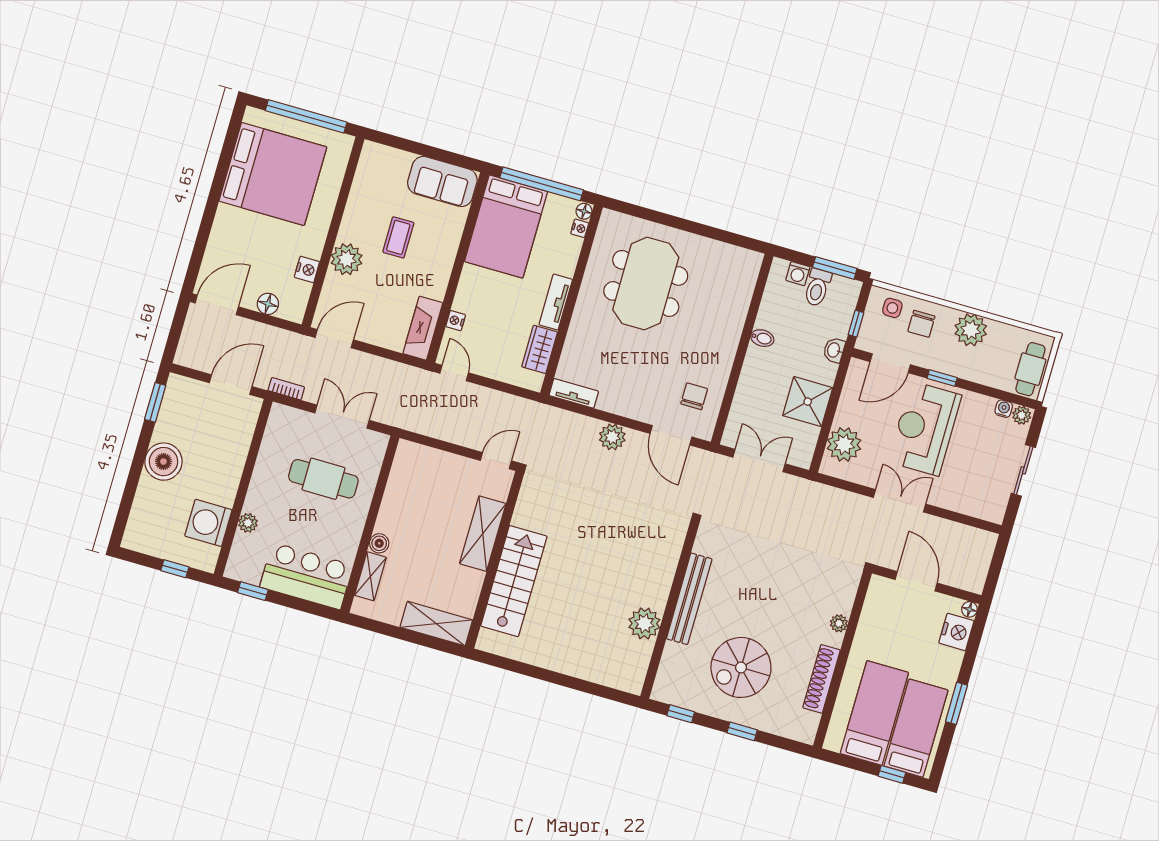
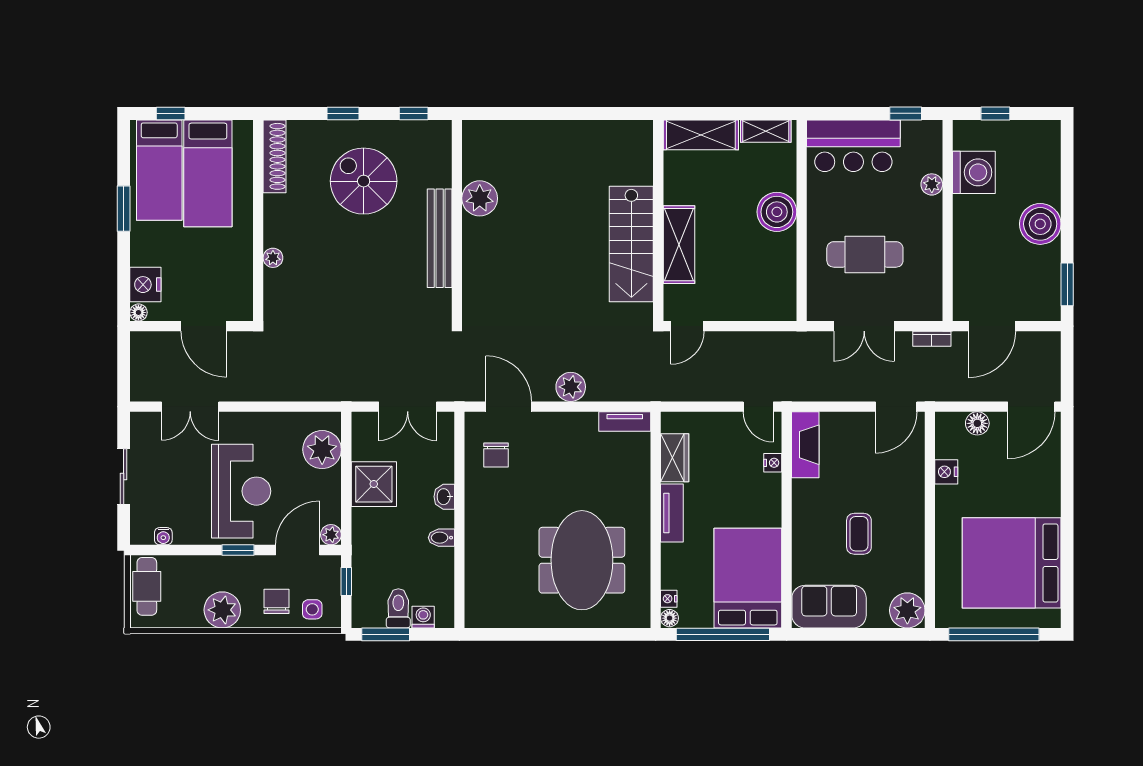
plant: (347, 259) -> (907, 610), moved
washbasin: (834, 350) -> (444, 497), moved, turned 180
plant: (1022, 415) -> (331, 535), moved
double door: (900, 501) -> (190, 407), moved
boiler: (379, 543) -> (777, 212), width x1.86, depth x1.86
shelving: (370, 576) -> (766, 131), moved, turned 90
stairs: (514, 581) -> (631, 244), moved
spiral stairs: (741, 667) -> (364, 181), turned -90
shoe rack: (822, 679) -> (274, 156), moved

